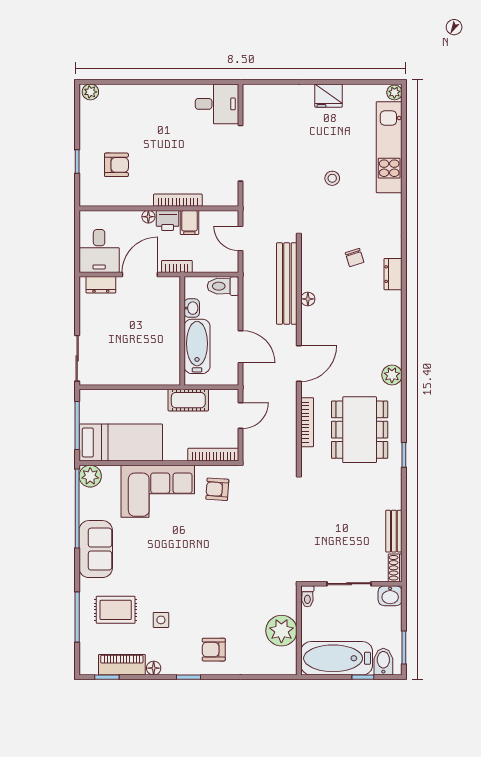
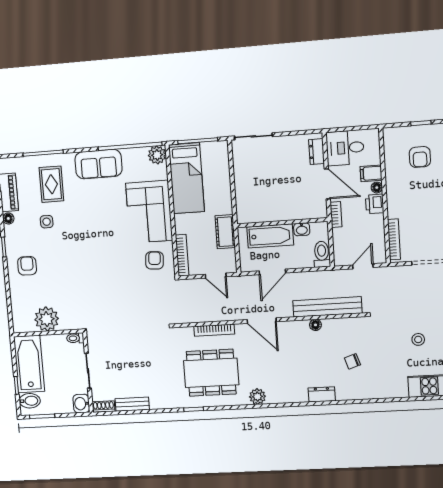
bookcase: (178, 200) -> (394, 239), moved
filing cabinet: (189, 222) -> (371, 173), moved
dresser: (393, 274) -> (322, 394), moved

